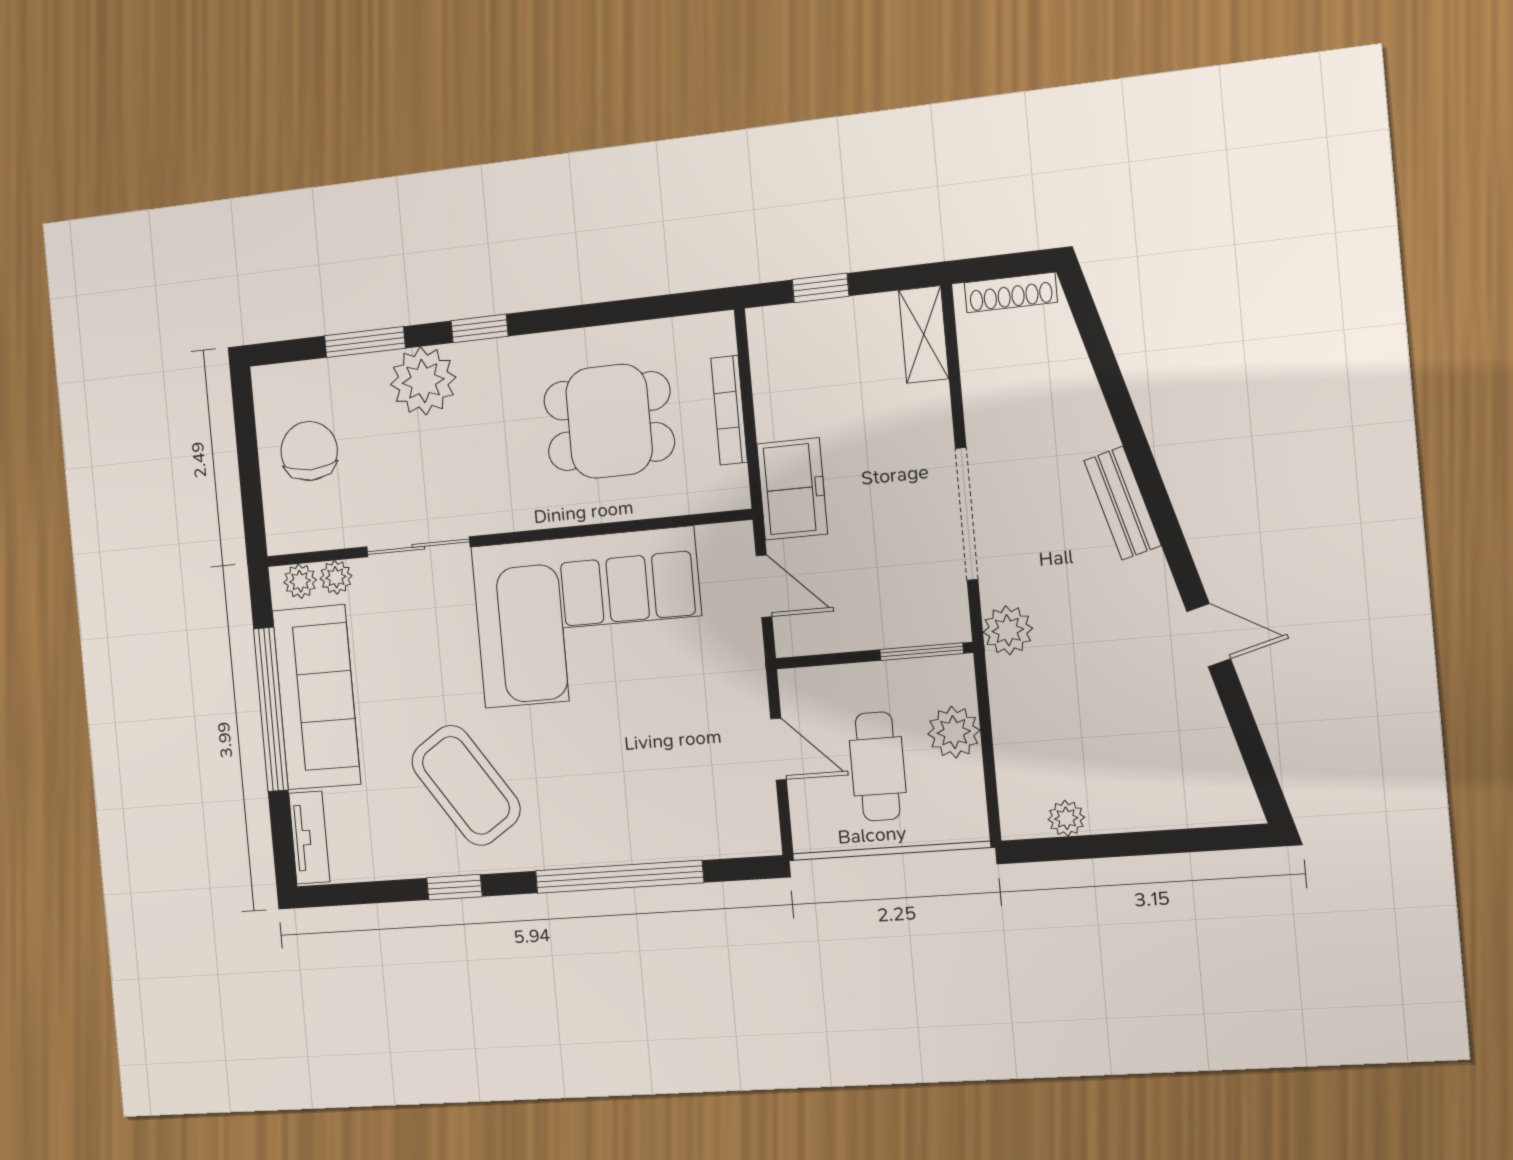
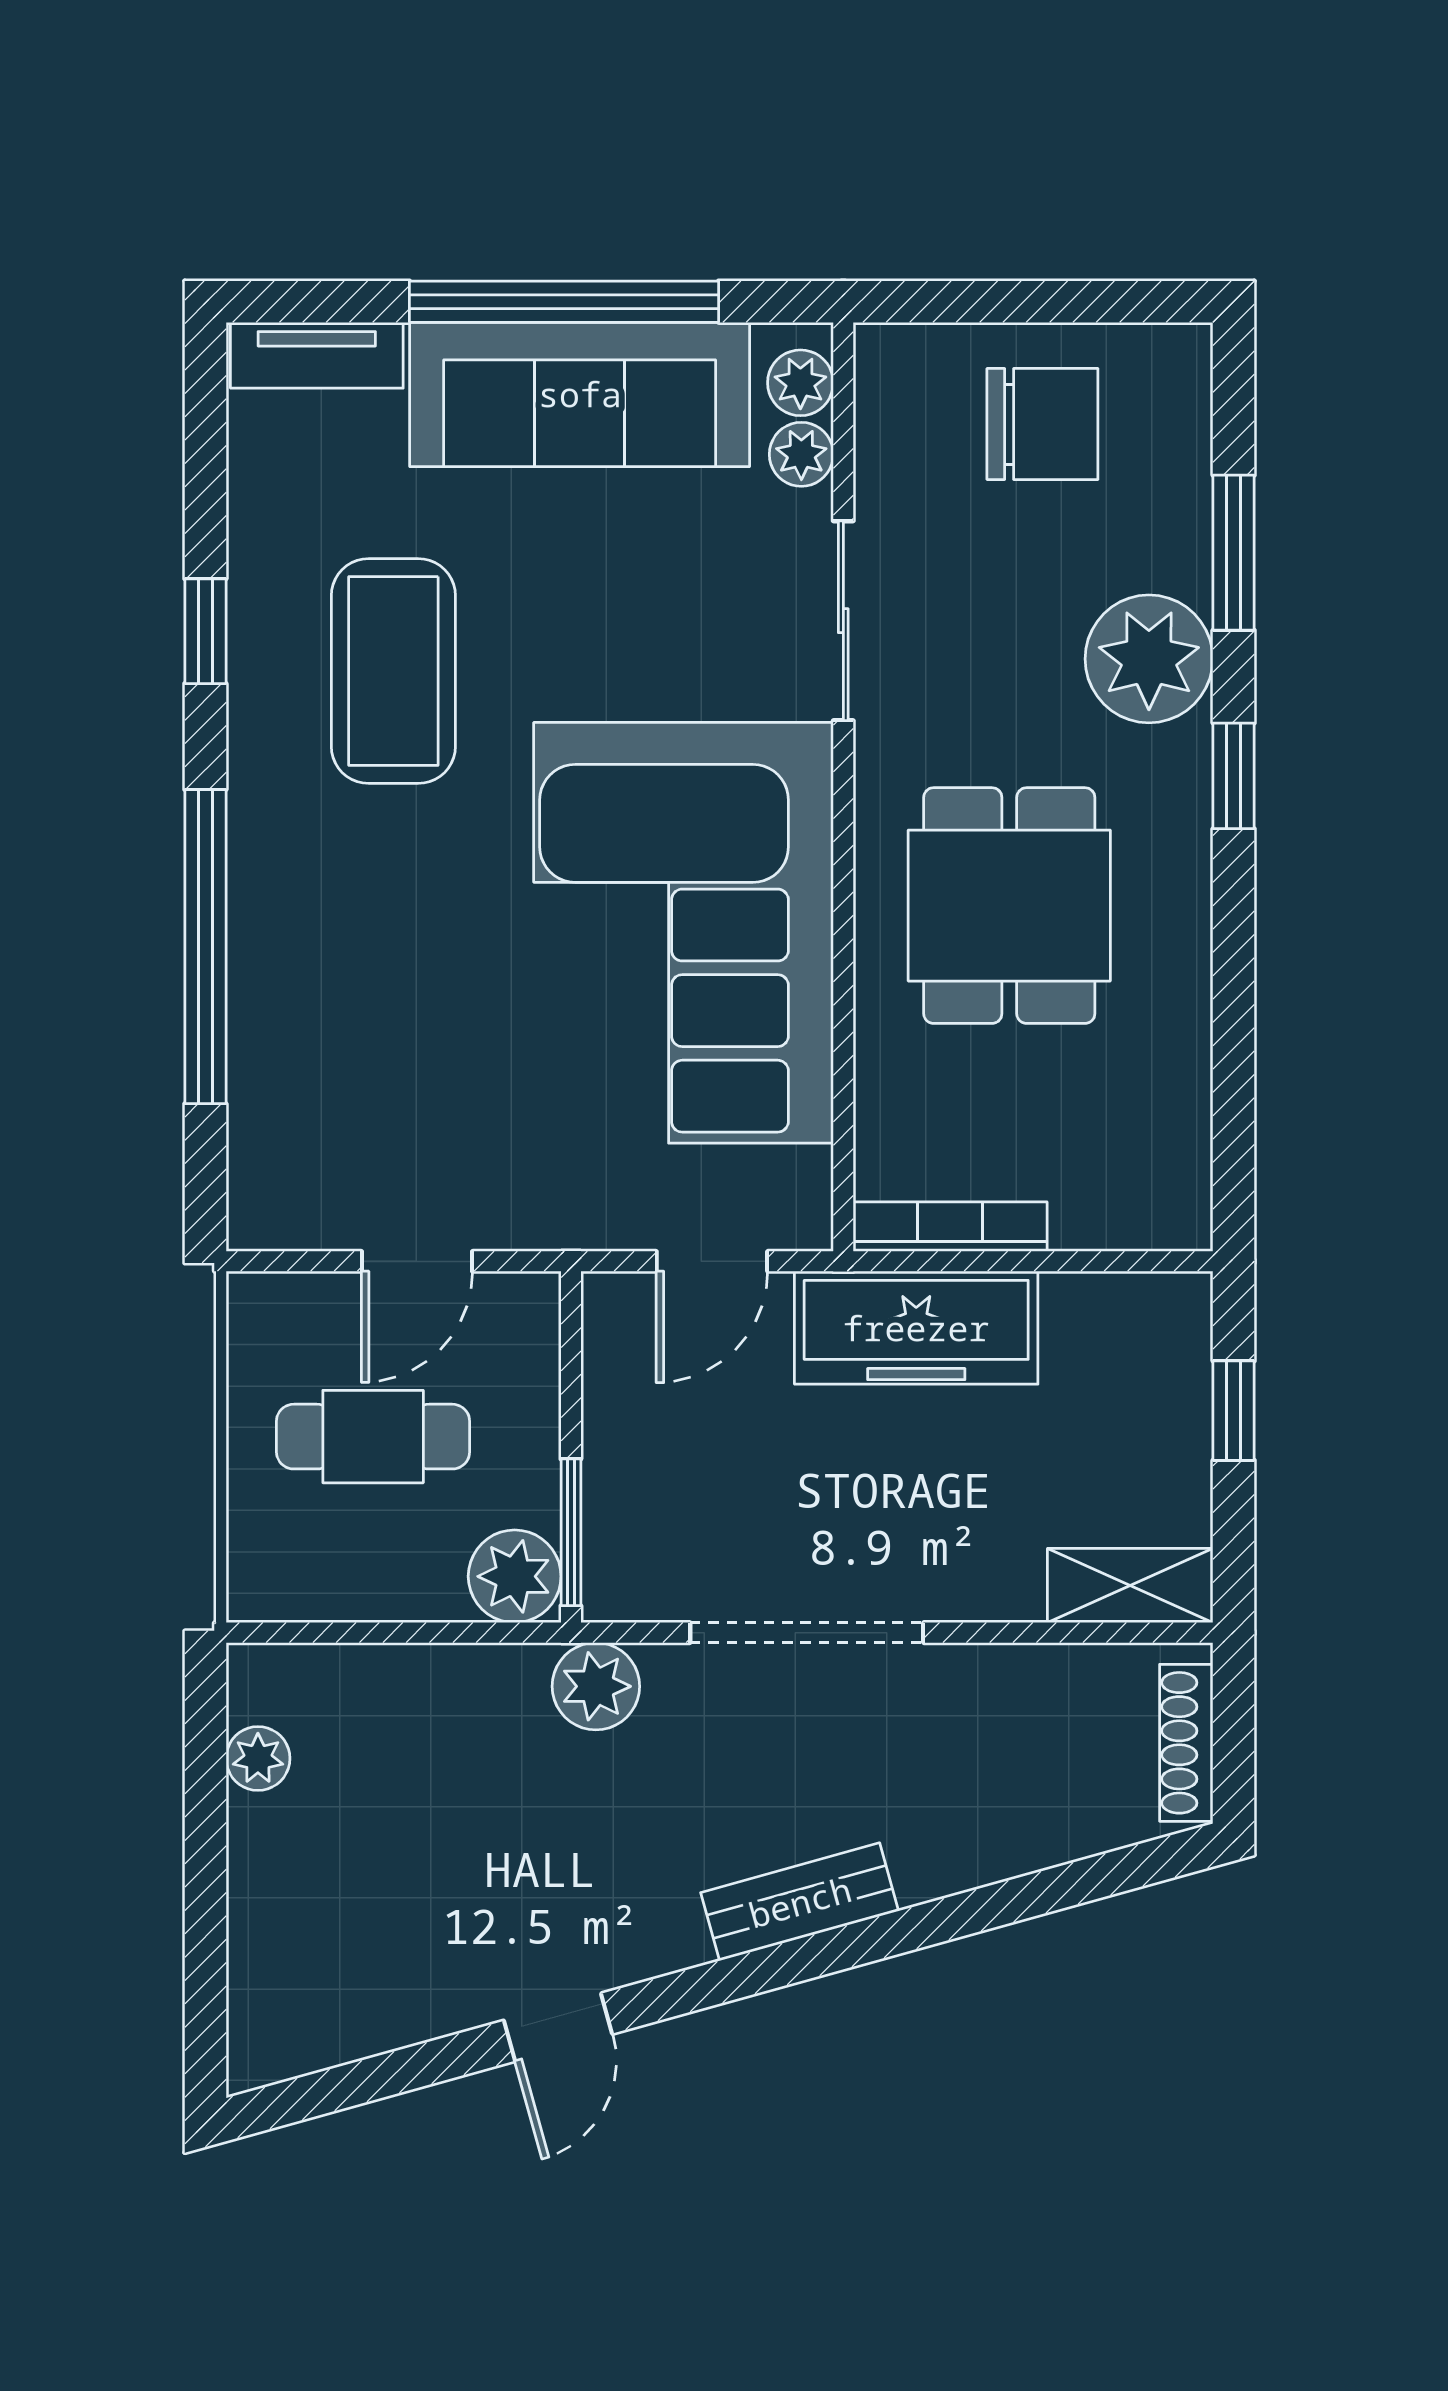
bookcase: (729, 410) -> (950, 1227), moved
dining table: (609, 421) -> (1009, 906), moved
freezer: (792, 489) -> (916, 1328), width x1.40
plant: (954, 732) -> (515, 1576), moved
coffee table: (466, 785) -> (393, 671), turned -56

